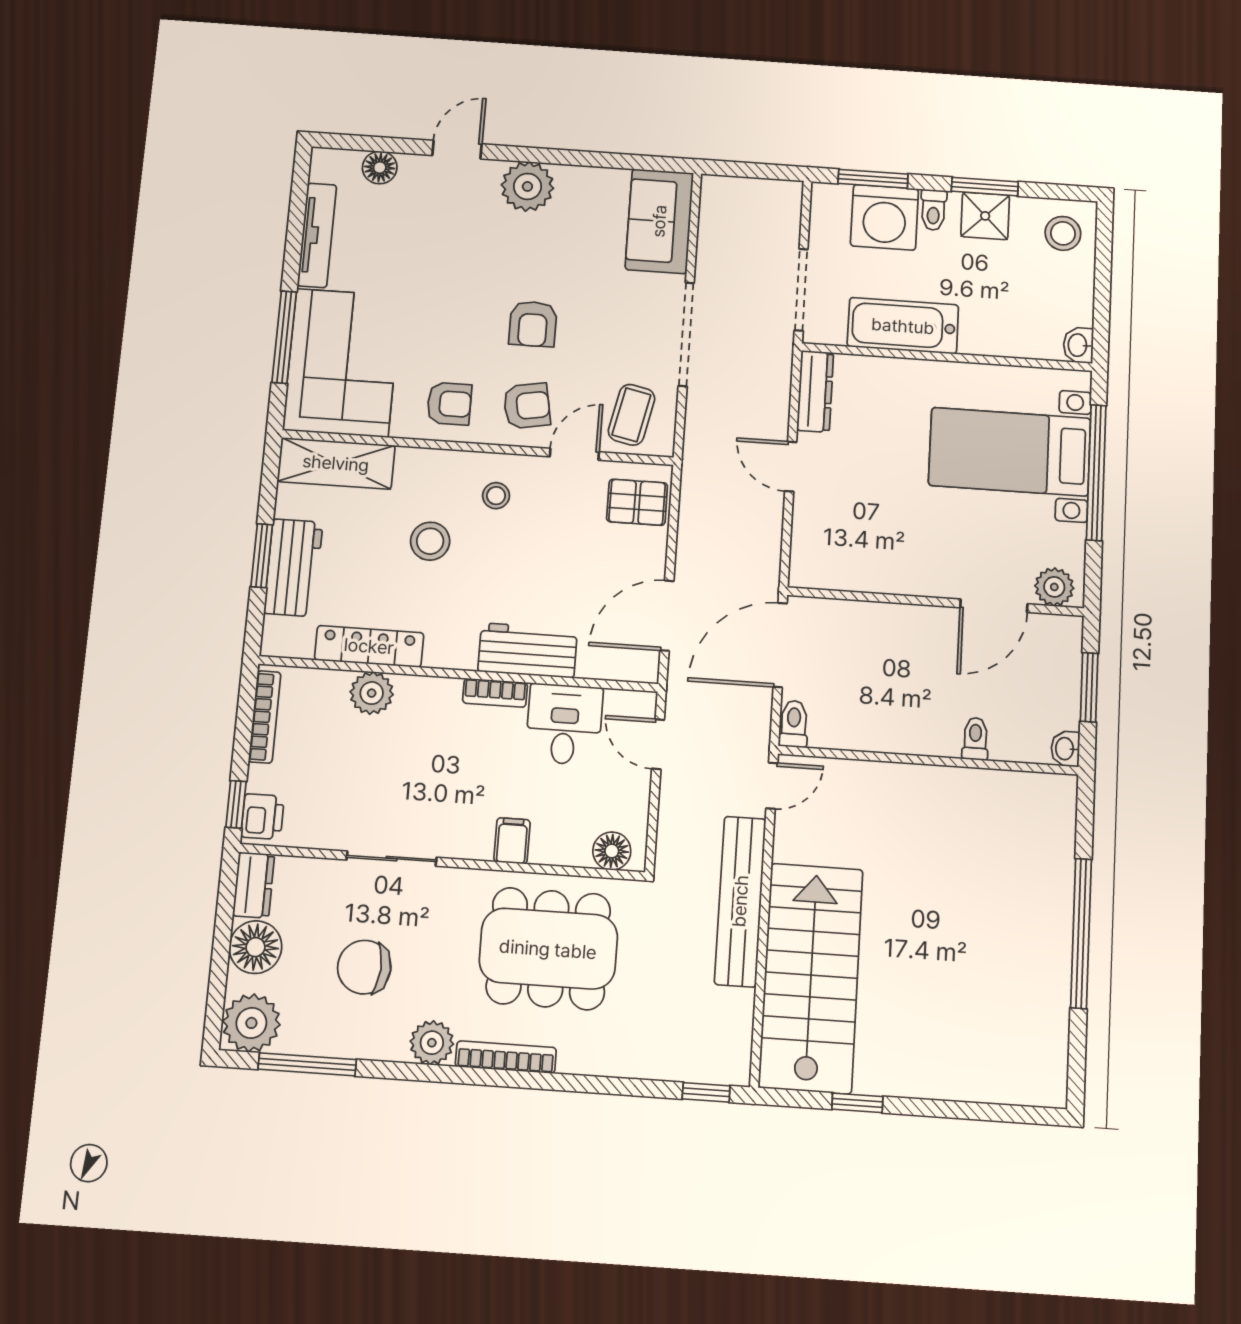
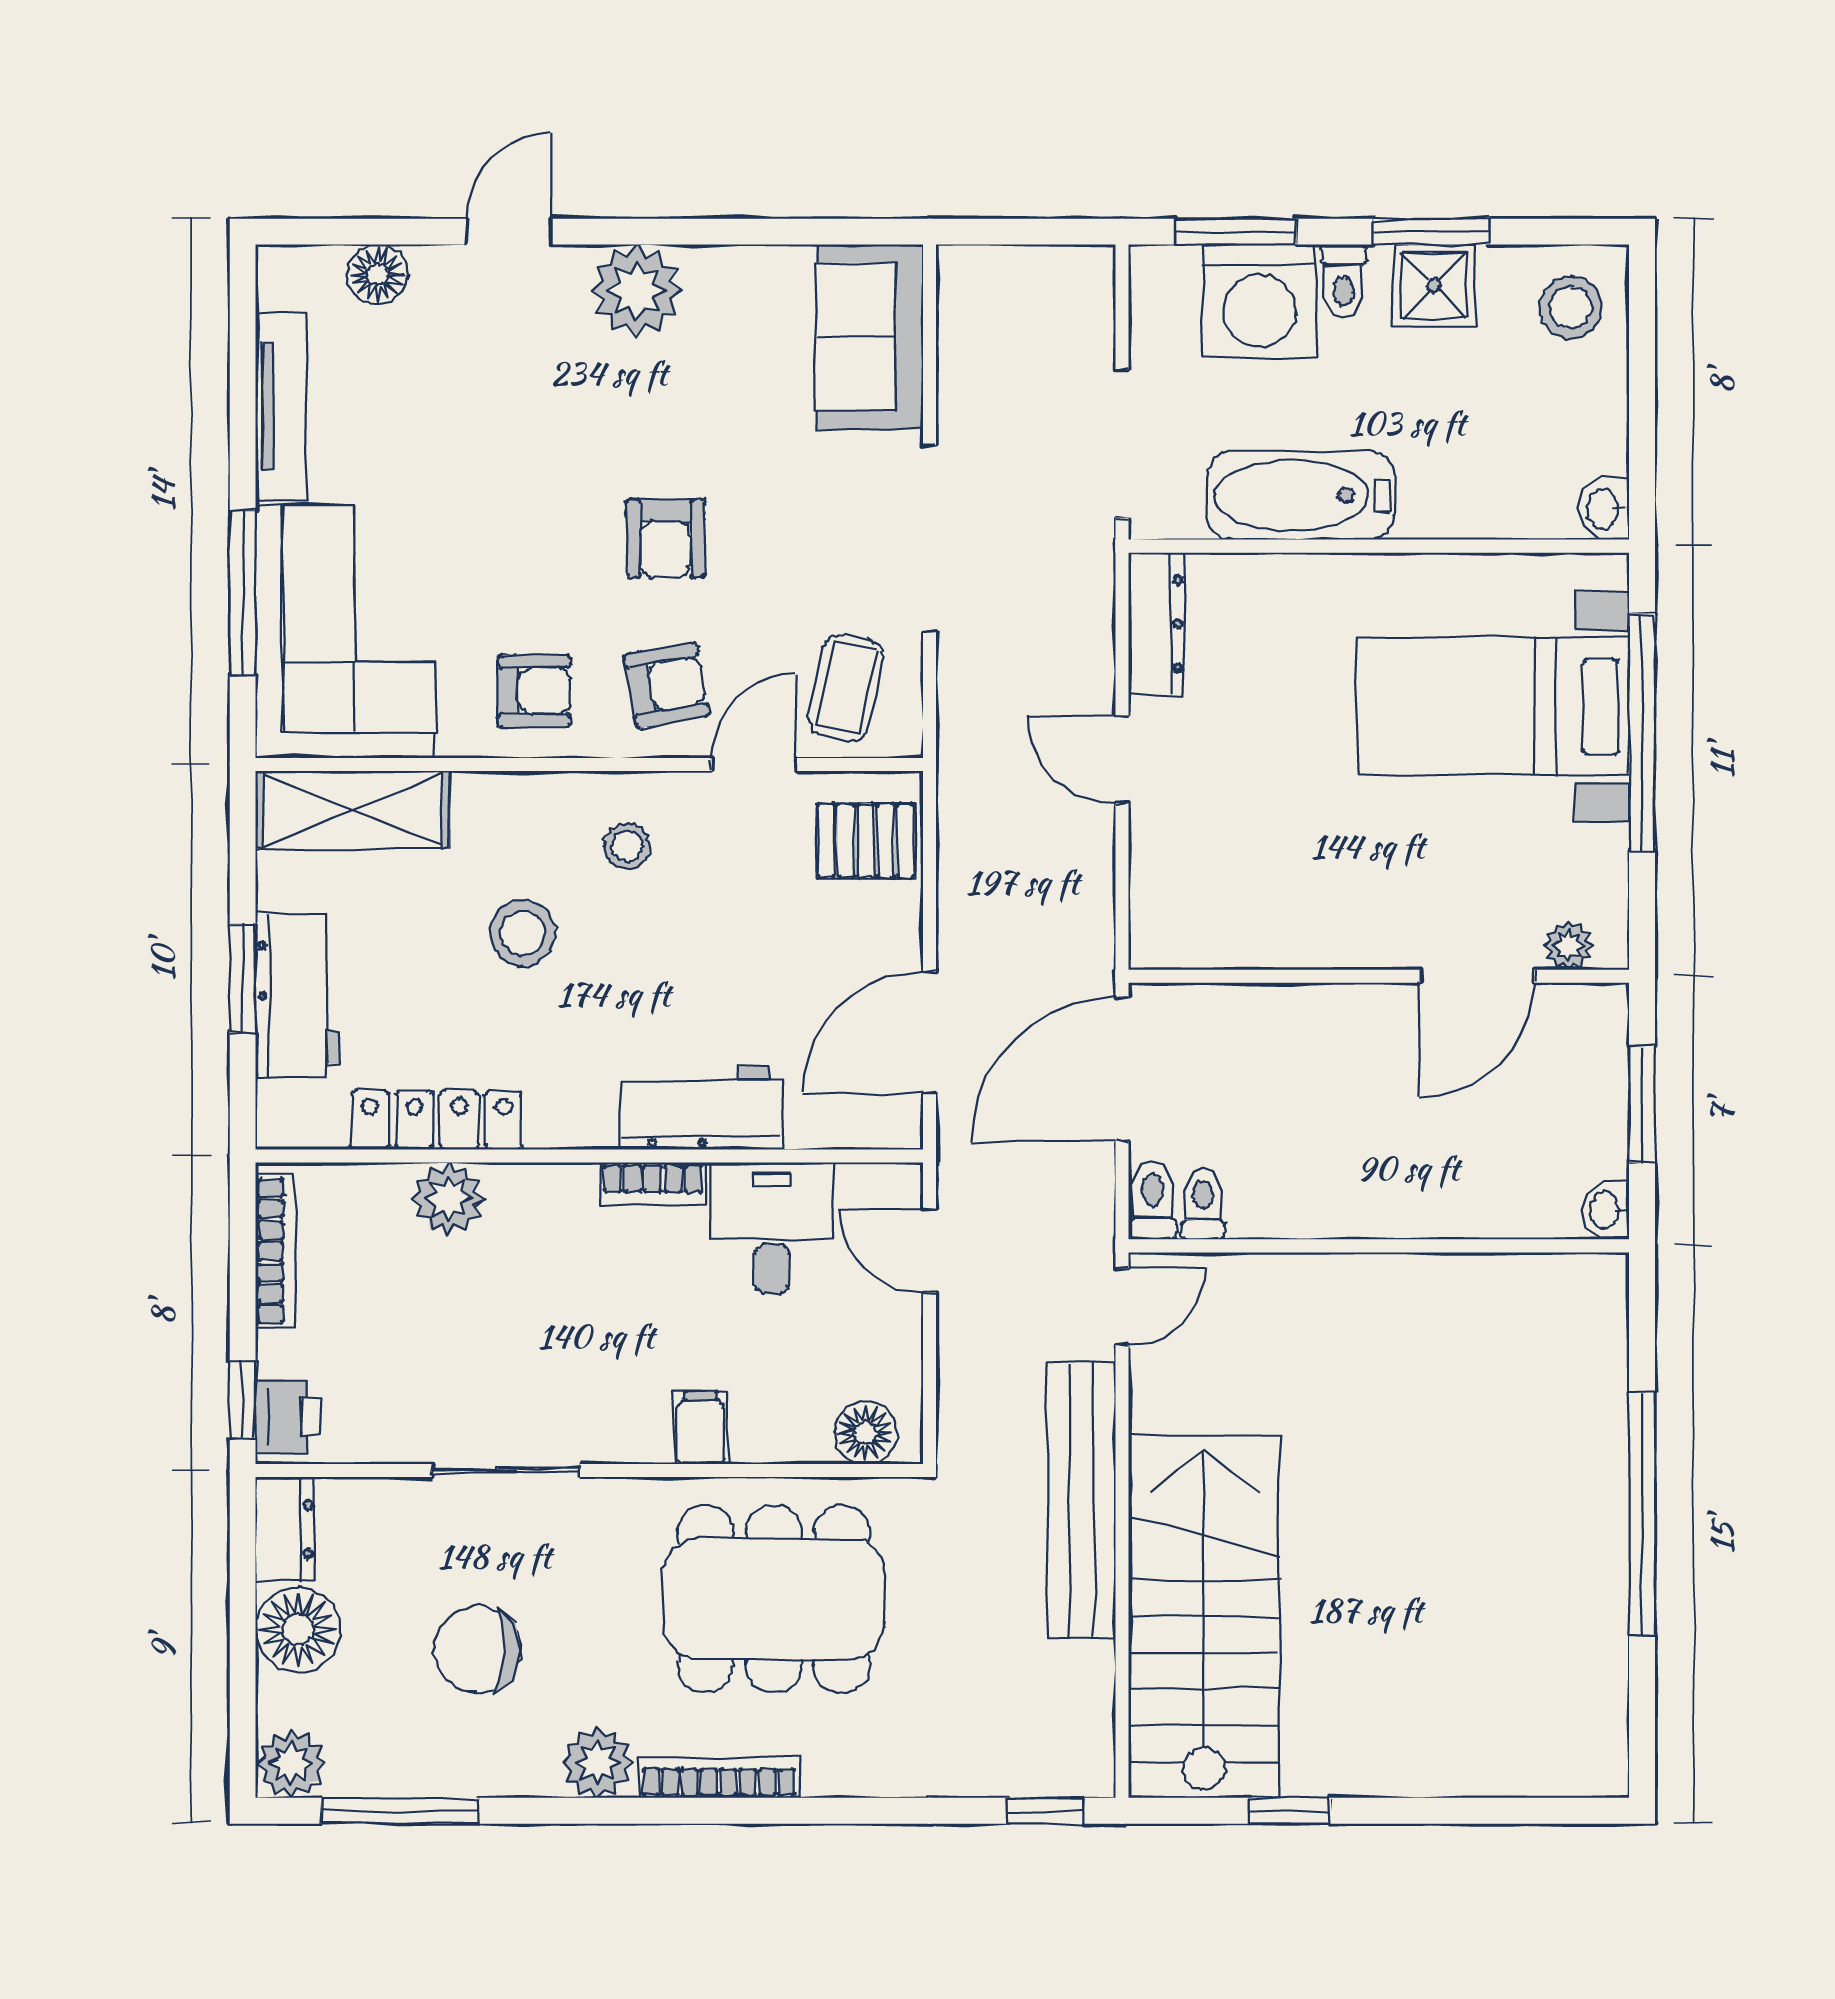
plant: (1054, 587) -> (1569, 946), width x0.73, depth x0.73
toilet: (975, 739) -> (1203, 1204), moved
plant: (251, 1023) -> (291, 1764), width x0.73, depth x0.73

